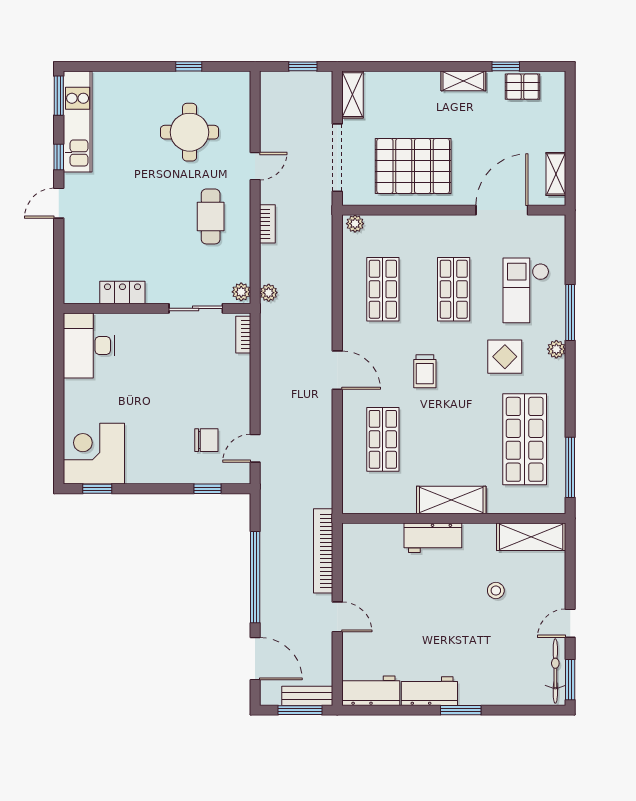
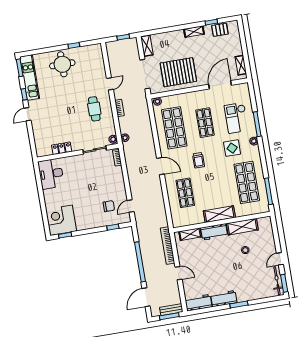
round table: (190, 132) -> (62, 64), moved
shop shelf: (383, 289) -> (174, 128), width x1.43, depth x1.36
shelving: (378, 534) -> (190, 234), added
shelving: (531, 537) -> (242, 227), moved
door: (255, 659) -> (146, 297), swing flipped

